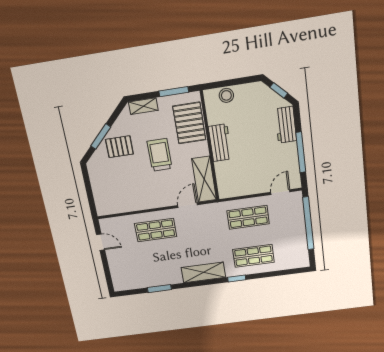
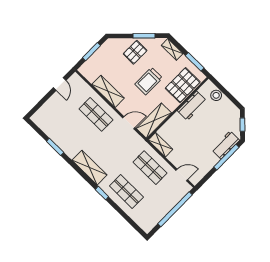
window: (101, 137) -> (144, 36), moved
workbench: (220, 143) -> (192, 106), moved
pallet: (119, 147) -> (135, 52), turned 90
window: (301, 152) -> (226, 157), moved
trolley: (160, 155) -> (149, 81), turned 180
window: (89, 189) -> (92, 52), added
shelving: (233, 191) -> (161, 145), added
shelving: (141, 202) -> (108, 91), added

